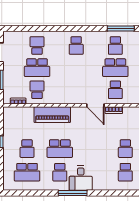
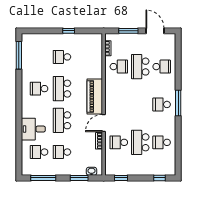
window: (121, 28) -> (178, 103), moved
piano: (52, 115) -> (95, 96), moved
school desk: (27, 172) -> (62, 120), moved
desk: (81, 178) -> (33, 129), moved
window: (73, 193) -> (19, 55), moved

